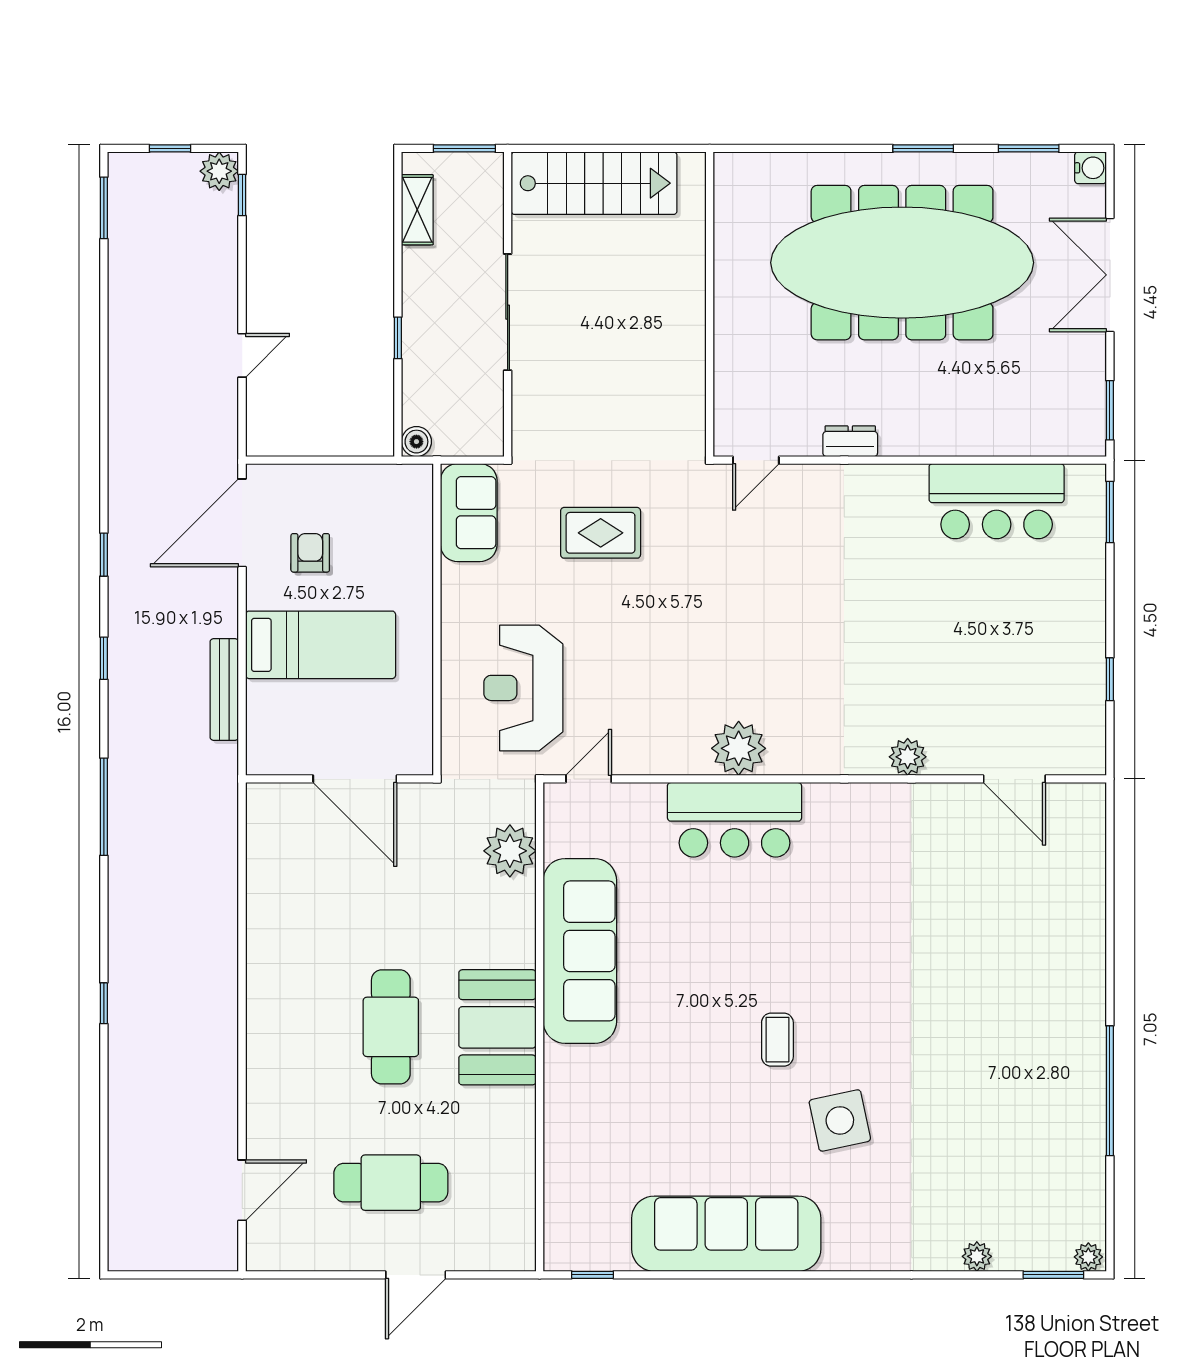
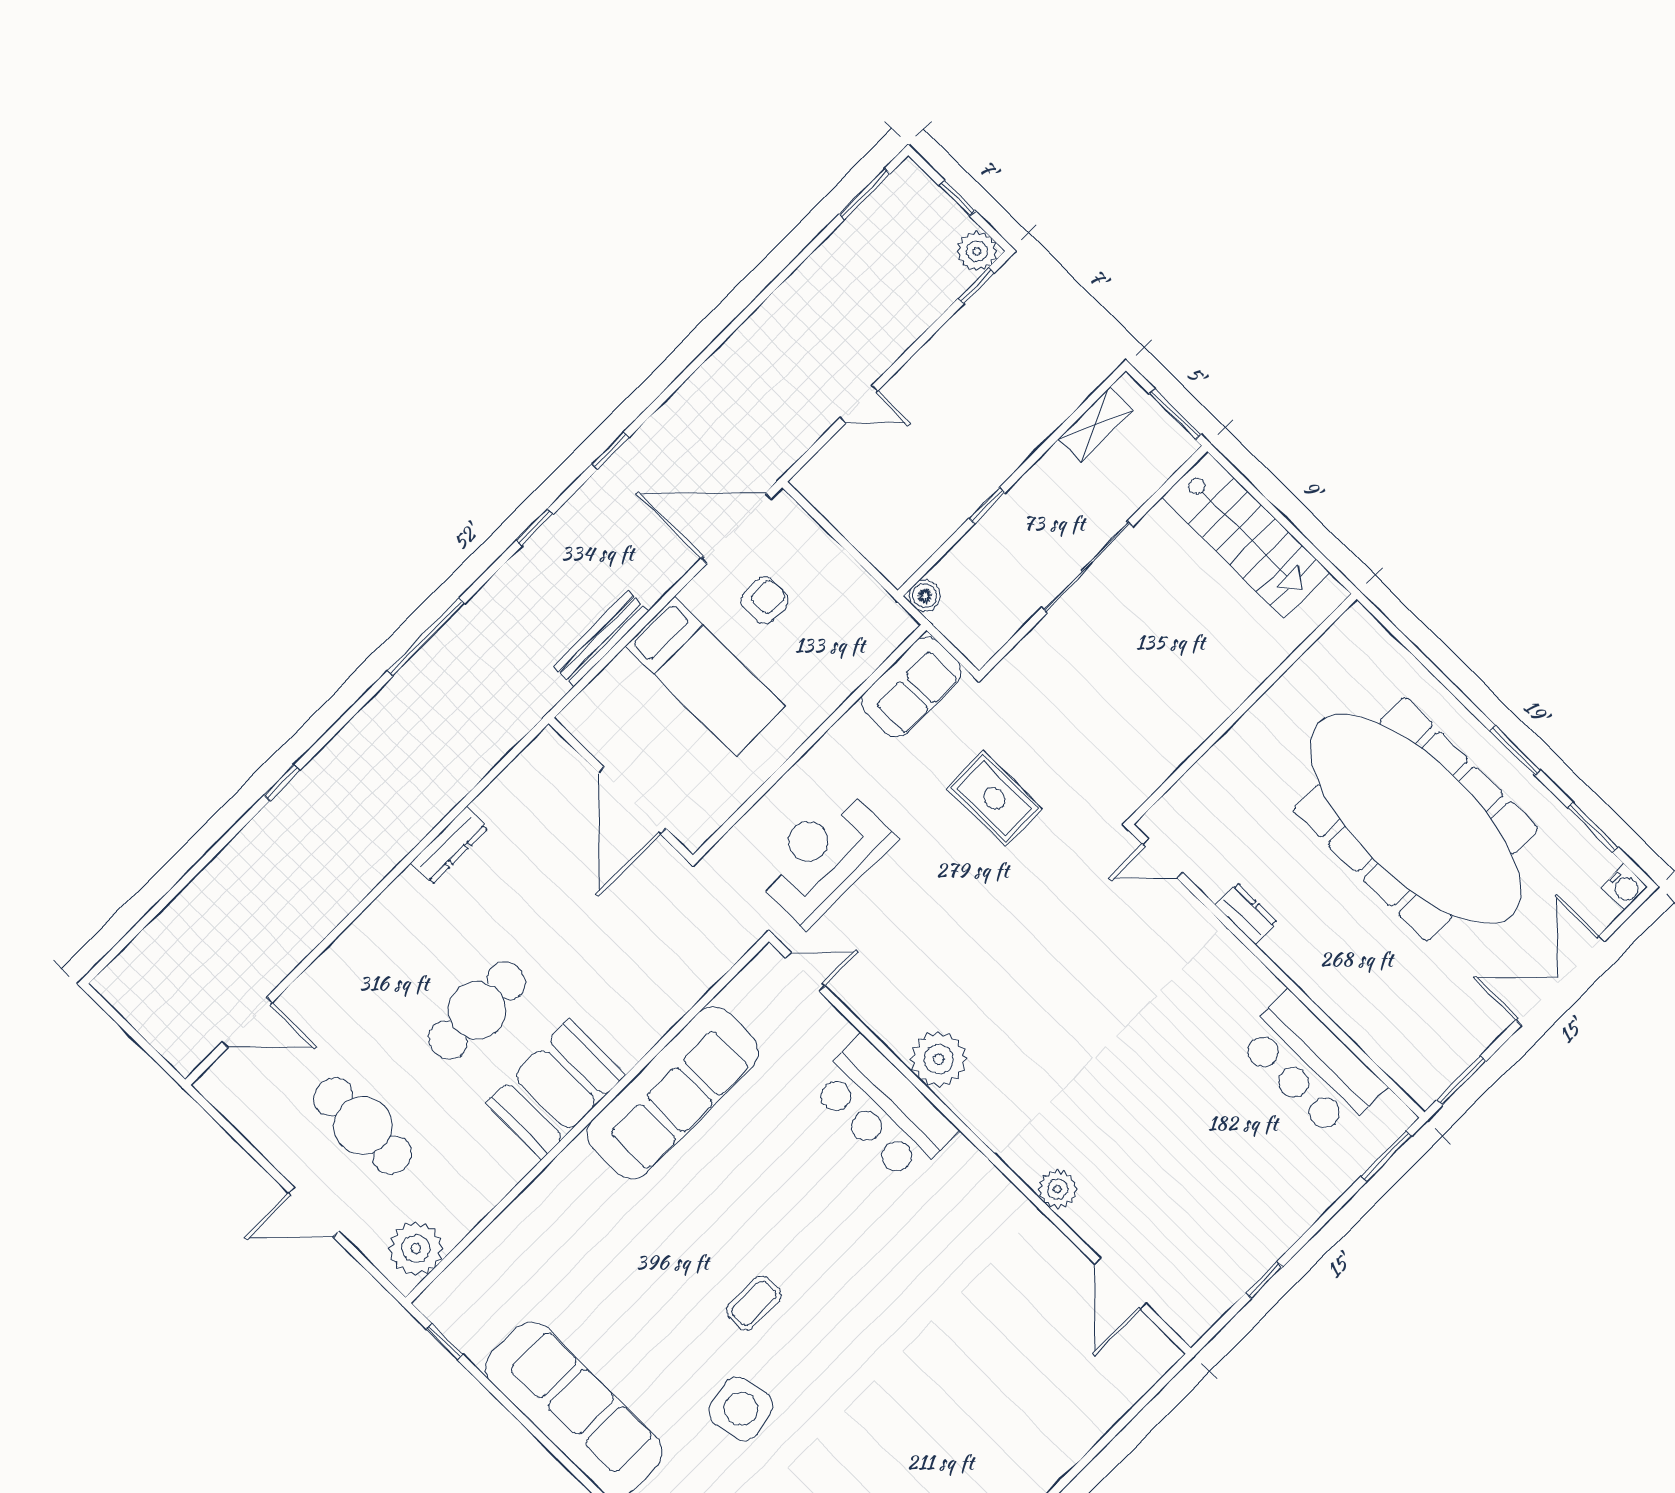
plant: (510, 851) -> (416, 1248), moved
dresser: (260, 933) -> (449, 846), added

